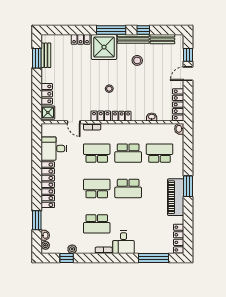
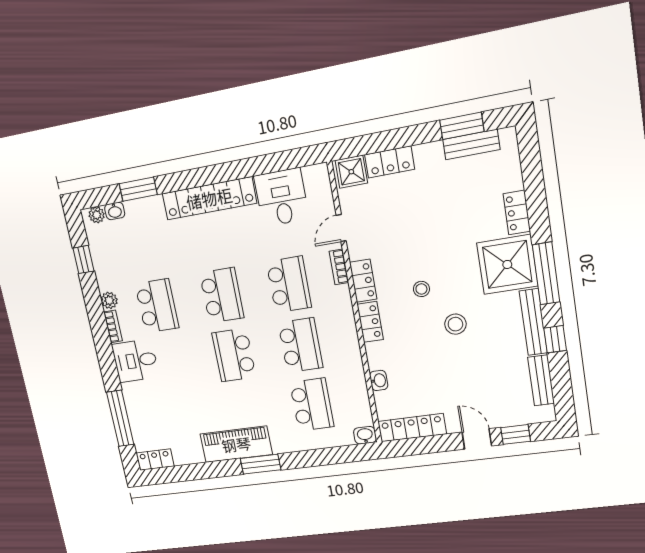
stool: (137, 60) -> (455, 324), moved
school desk: (128, 153) -> (300, 345), turned 180
school desk: (97, 224) -> (157, 306), turned 180
locker: (179, 239) -> (155, 460), width x0.66
plant: (72, 249) -> (109, 300), moved

